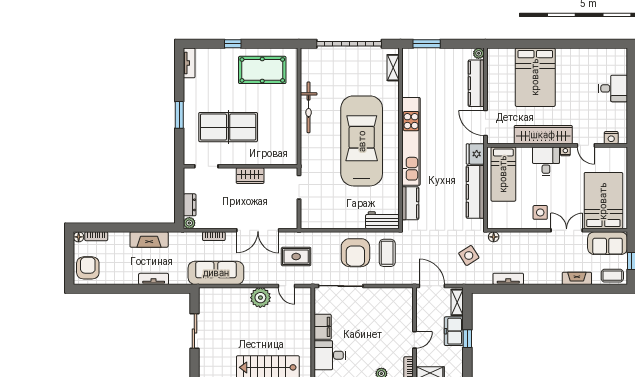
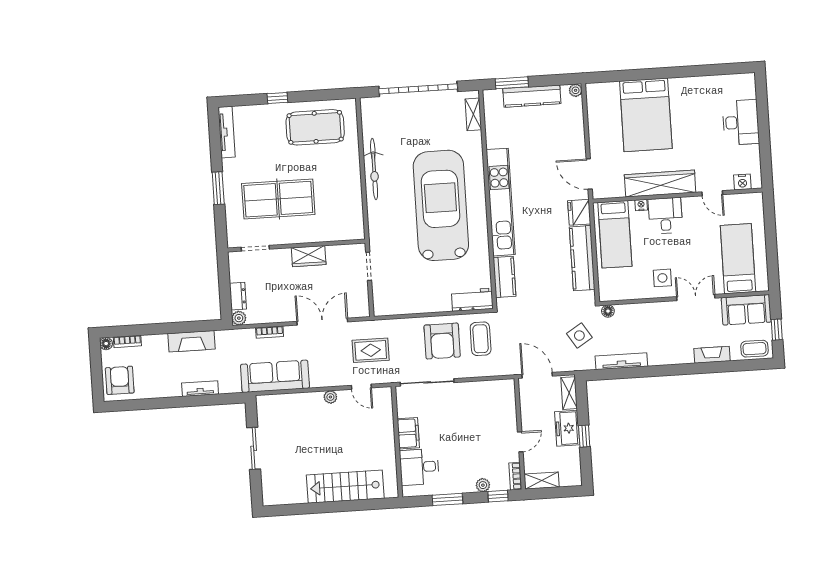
tv unit: (189, 63) -> (227, 132), width x1.41
kitchen counter: (476, 83) -> (532, 96), moved, turned -90
desk: (613, 88) -> (741, 122), width x1.37
nightstand: (565, 151) -> (641, 205), moved
bed: (603, 201) -> (738, 259), width x0.67
double door: (258, 230) -> (322, 322), swing flipped
tv unit: (508, 279) -> (621, 361), width x1.41
plant: (260, 298) -> (330, 397), width x0.53, depth x0.53

